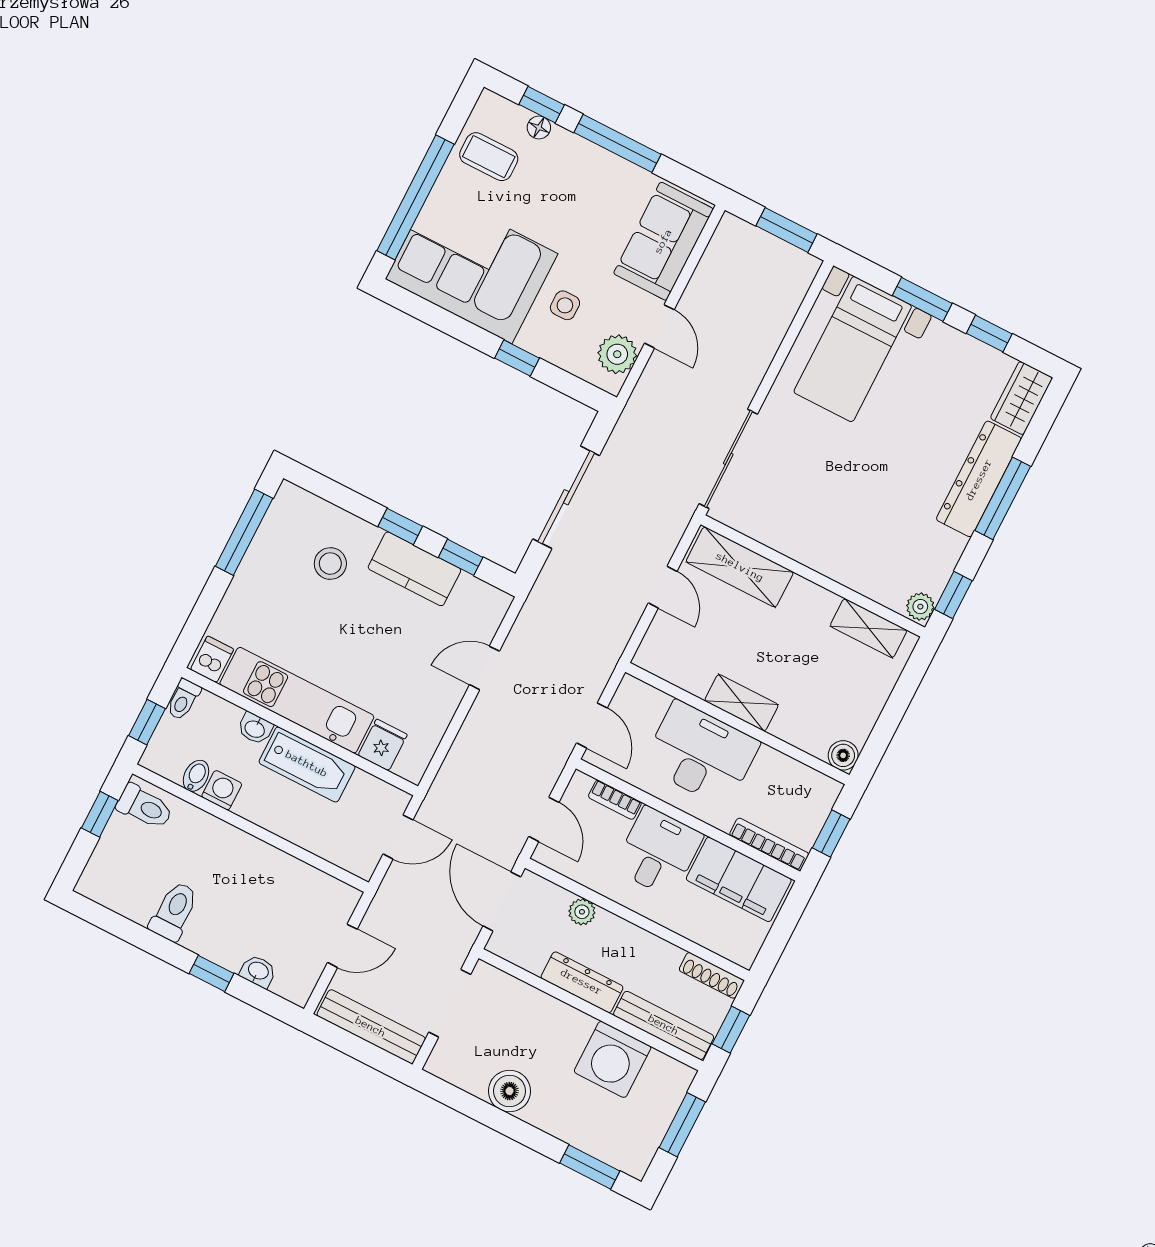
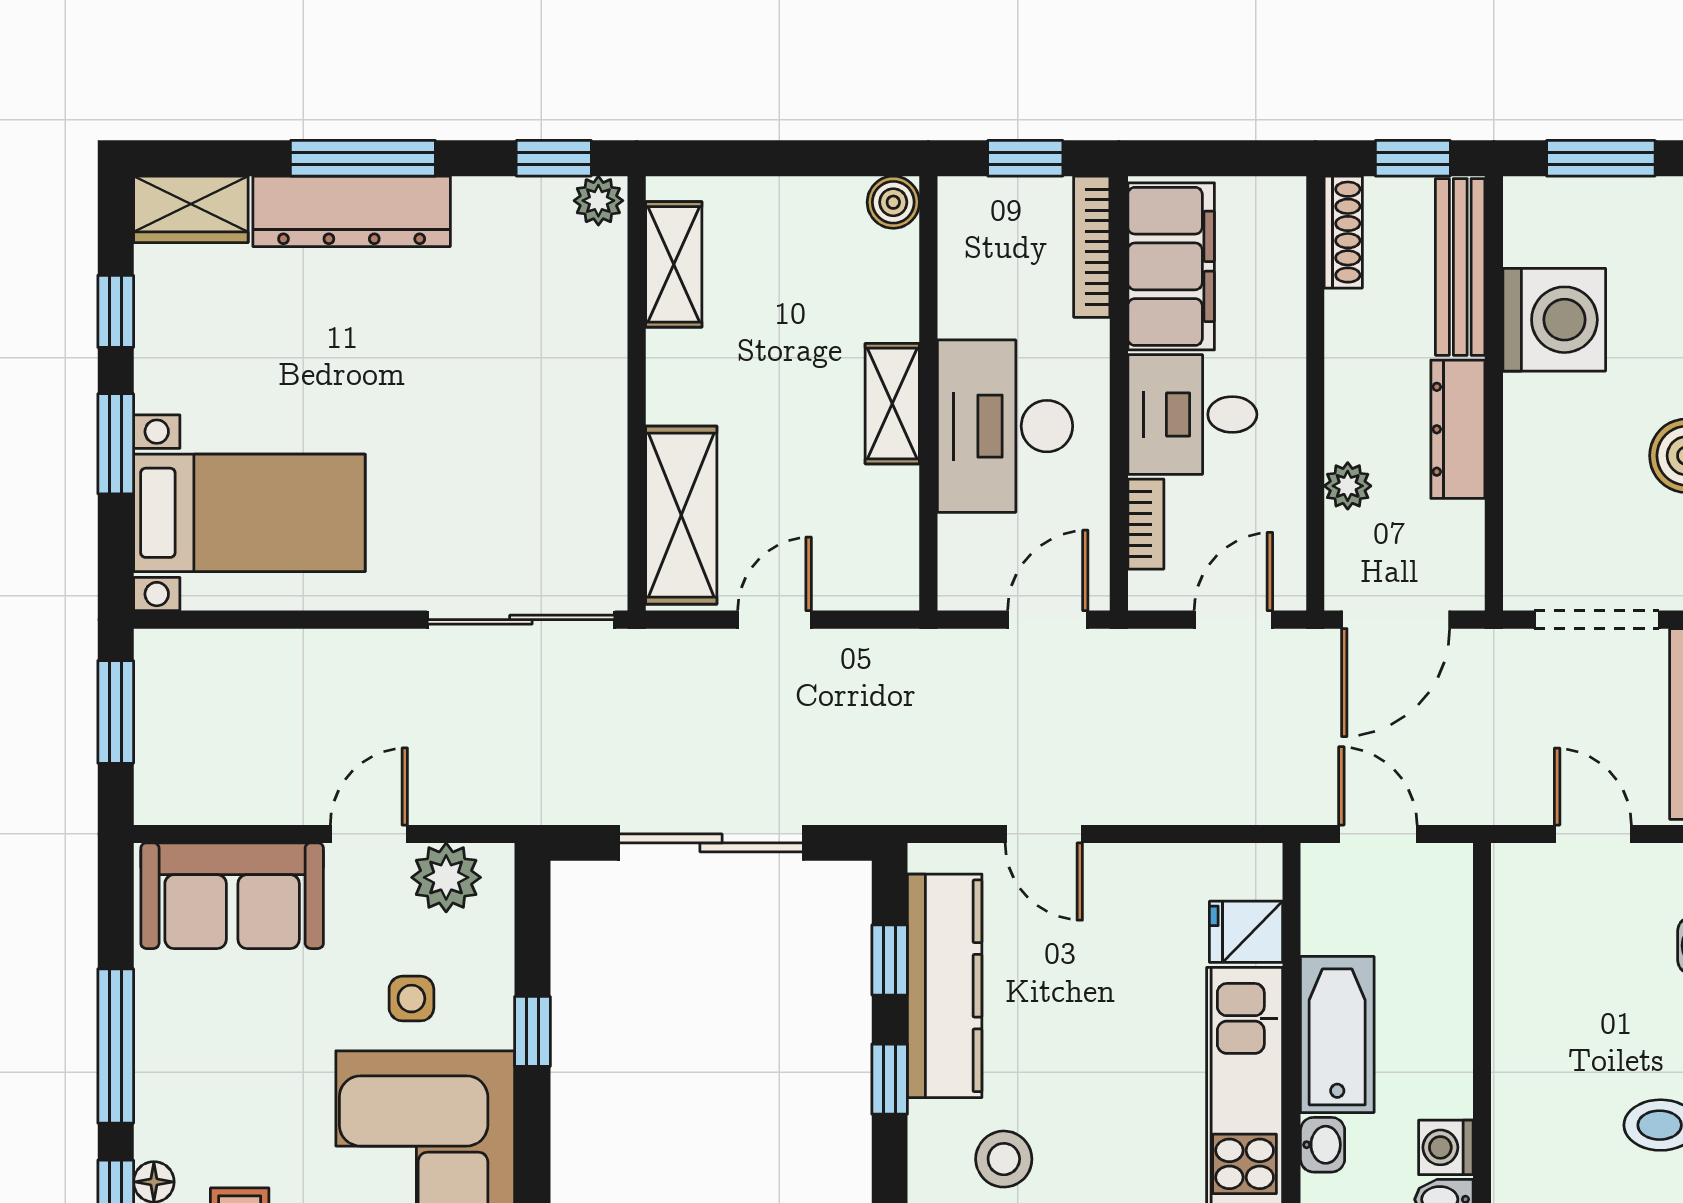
kitchen counter: (414, 569) -> (945, 986), width x1.50

